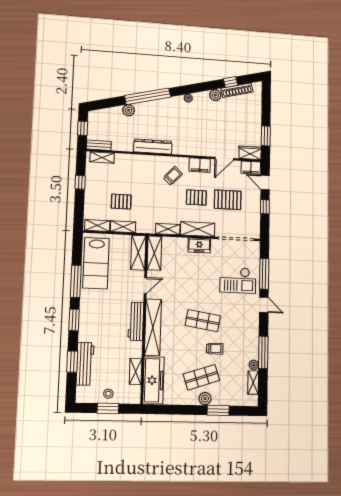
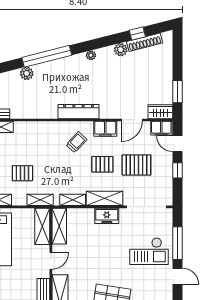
dresser: (153, 147) -> (79, 112), moved
shelving: (123, 227) -> (40, 200), moved

